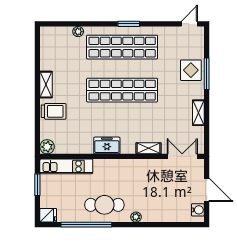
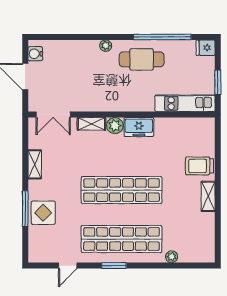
door: (189, 24) -> (68, 266), moved
plant: (47, 147) -> (115, 126), moved

